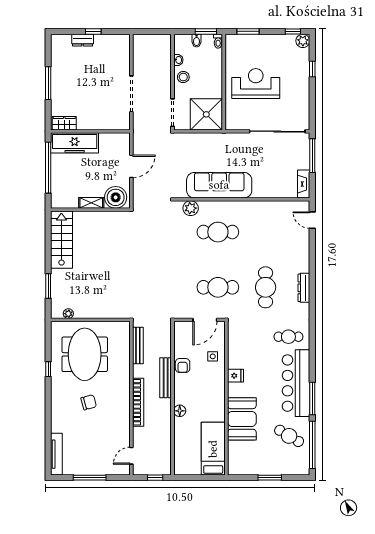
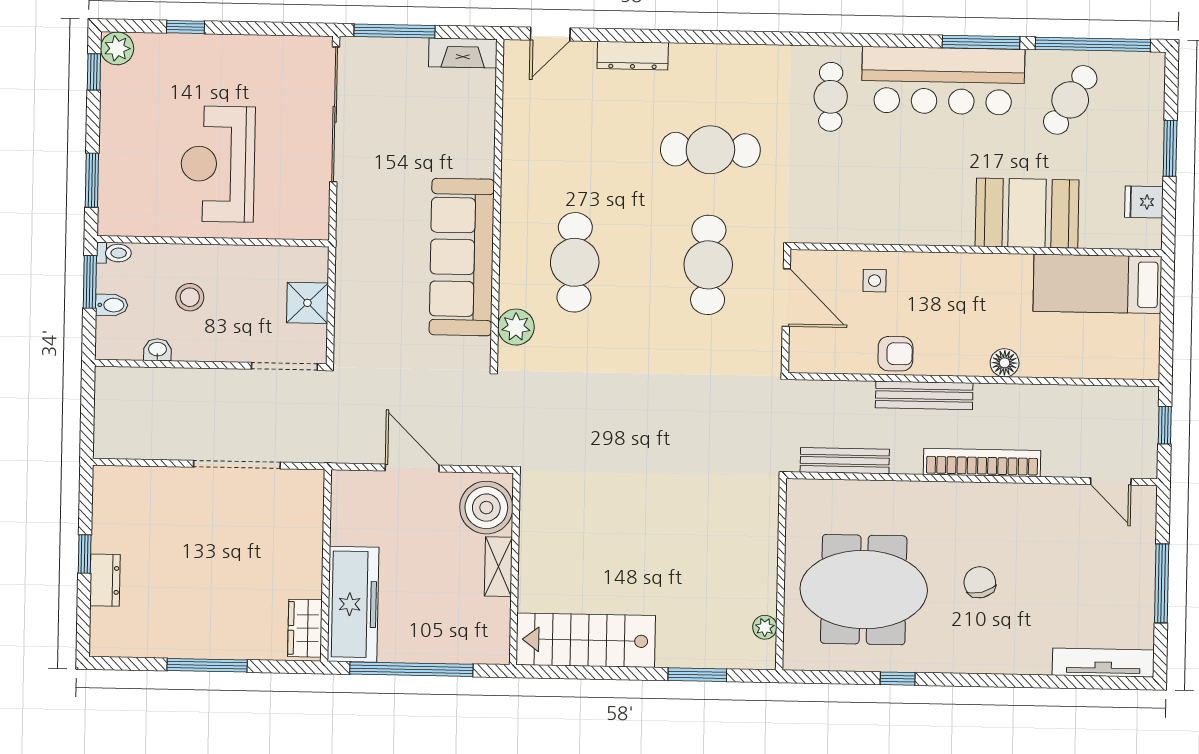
stool: (183, 77) -> (190, 297), moved
shower: (206, 114) -> (307, 303), width x0.54, depth x0.54
dresser: (304, 288) -> (633, 56), moved
fridge: (235, 376) -> (1144, 202), moved, turned -90

